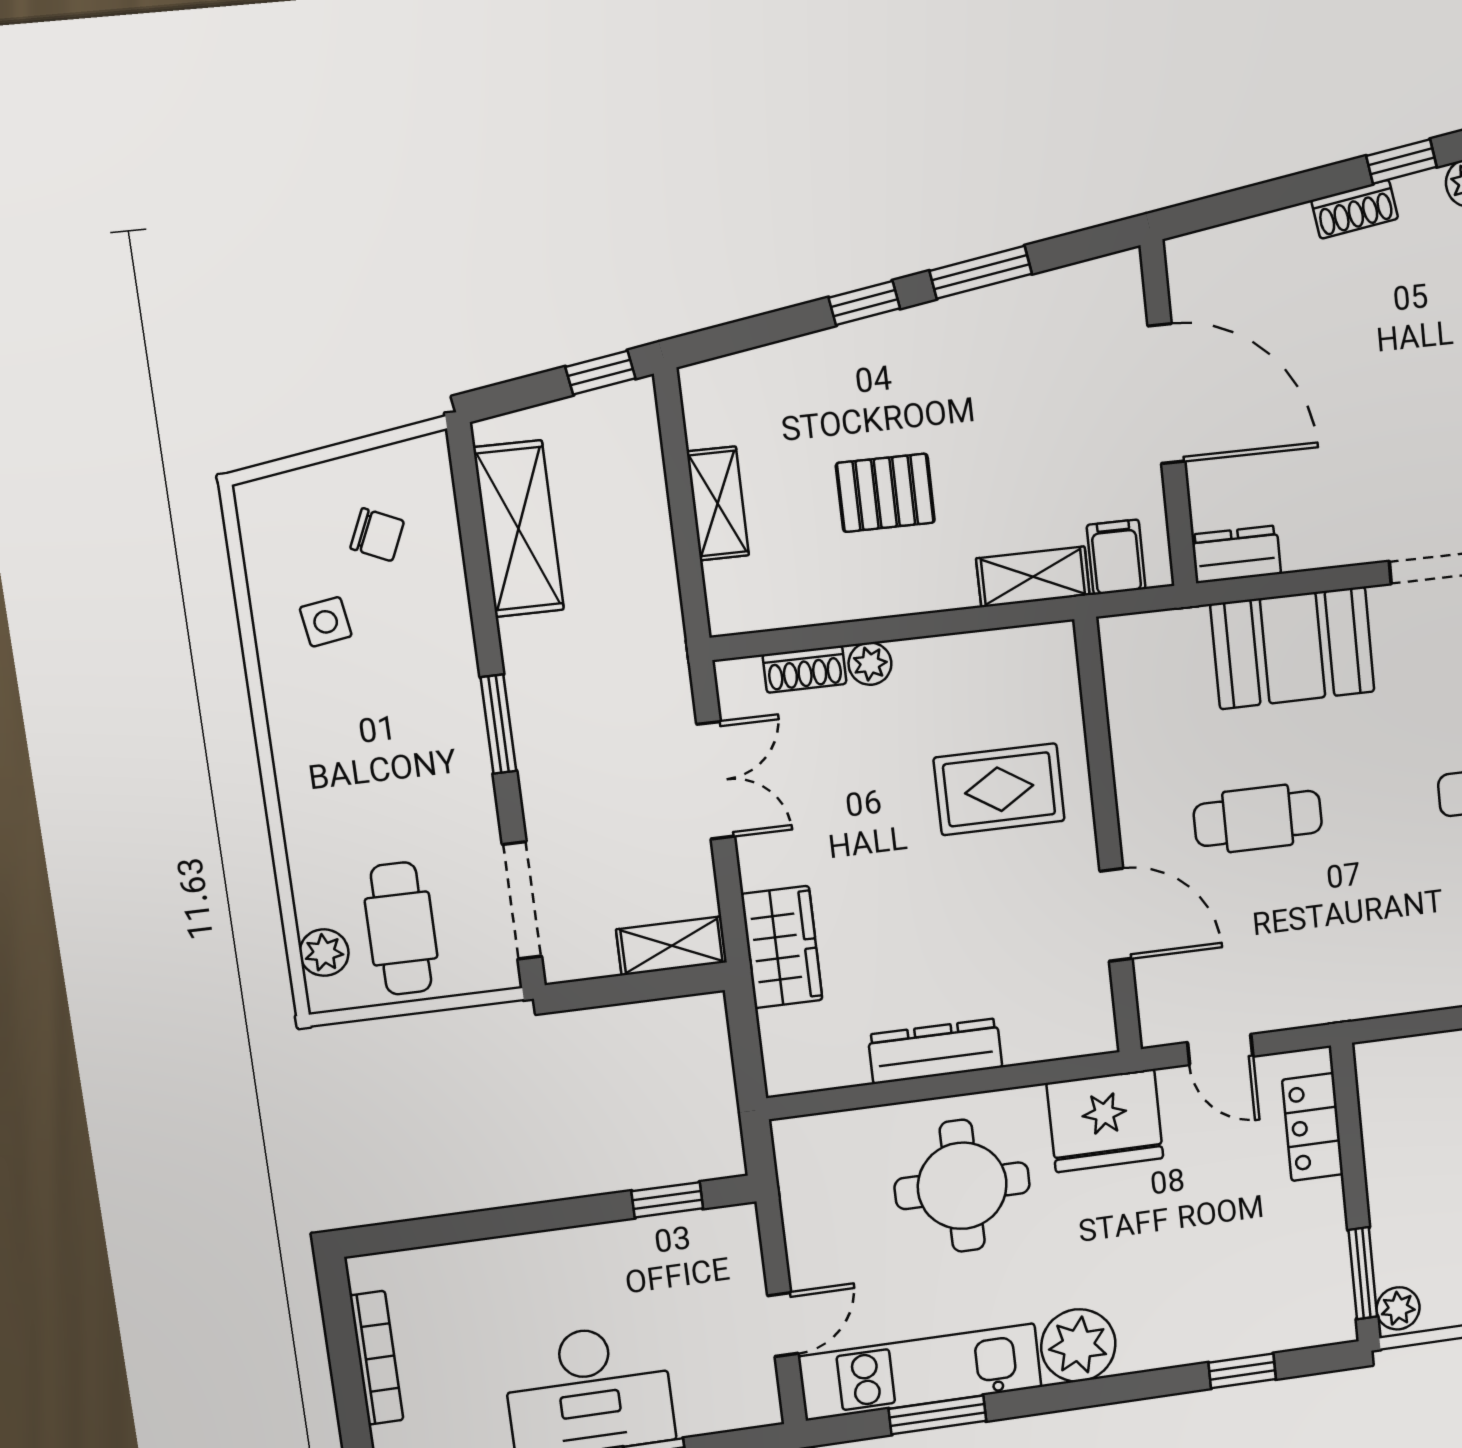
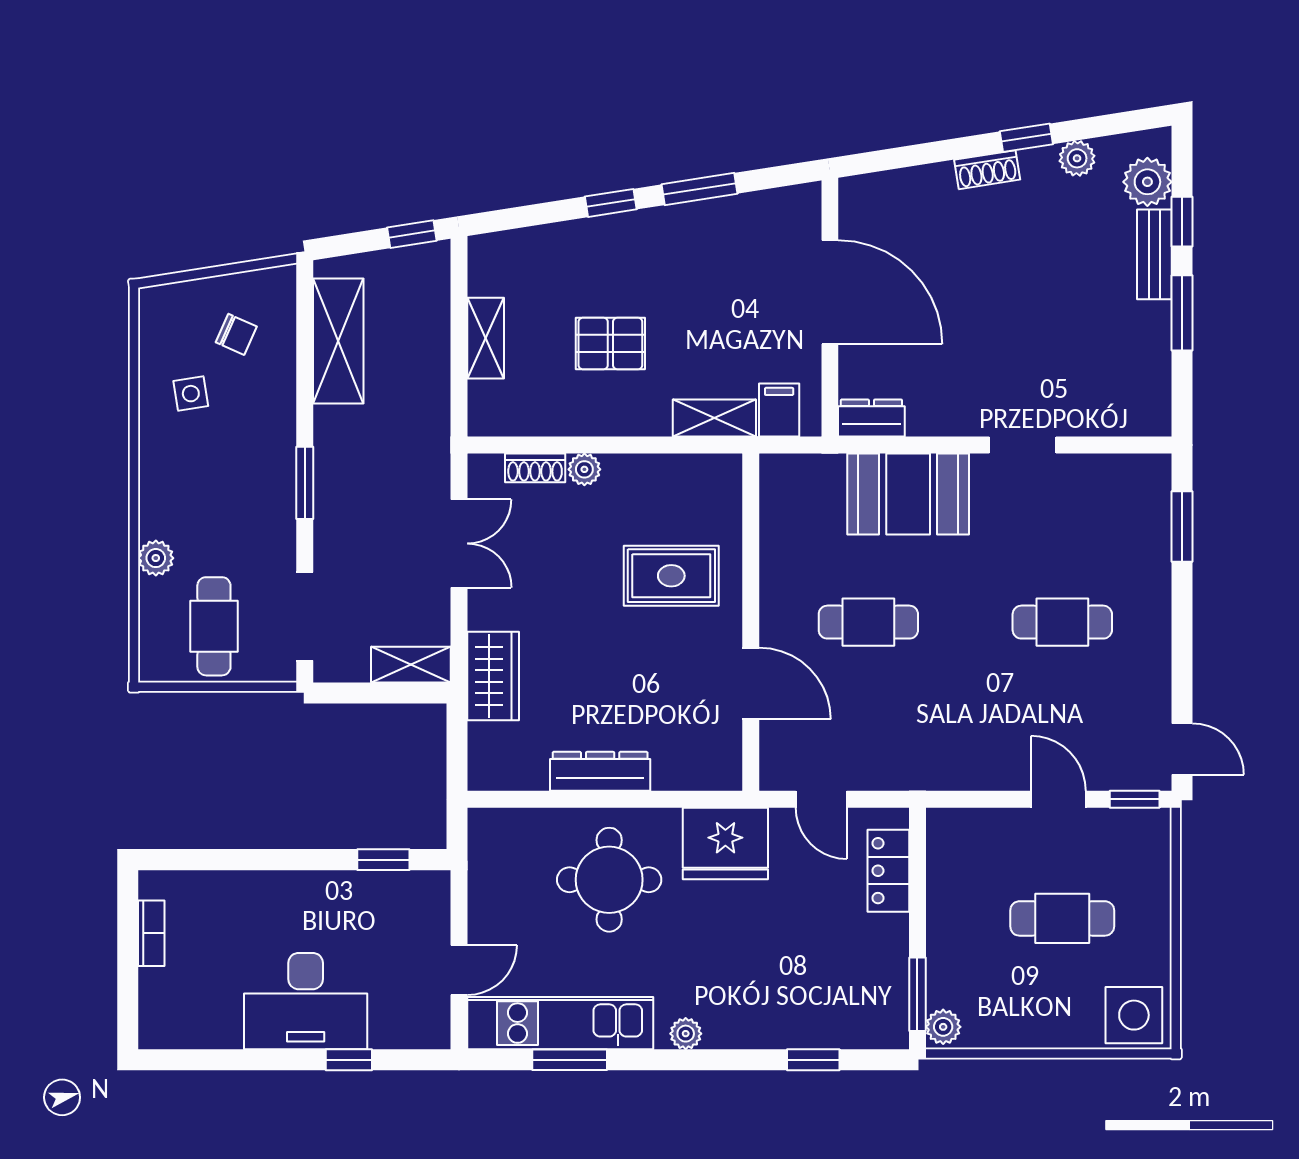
plant: (324, 953) -> (156, 558), moved
plant: (1078, 1345) -> (686, 1034), width x0.53, depth x0.53
bookcase: (376, 1358) -> (151, 933), width x0.64

